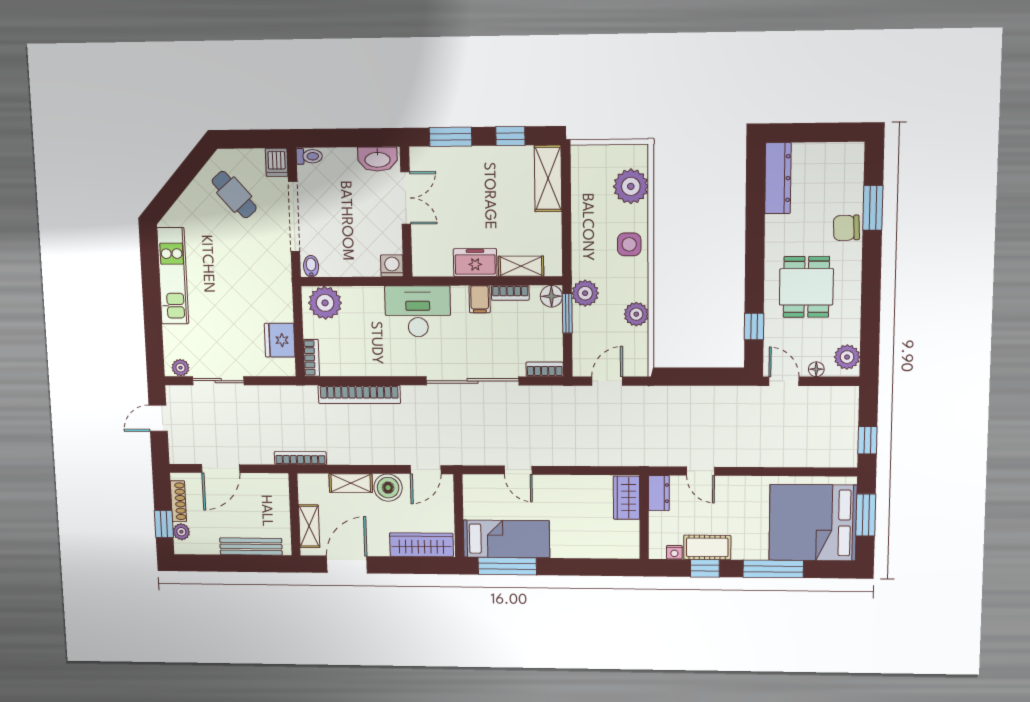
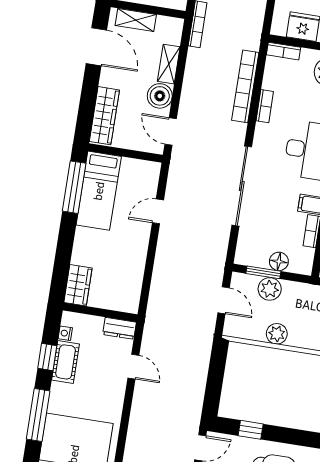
plant: (585, 293) -> (270, 289), moved
floor lamp: (551, 296) -> (279, 261), moved
window: (567, 313) -> (263, 272), moved
bookcase: (545, 369) -> (265, 106), moved
door: (701, 471) -> (133, 367), swing flipped
wardrobe: (626, 498) -> (78, 285), moved, turned 90

